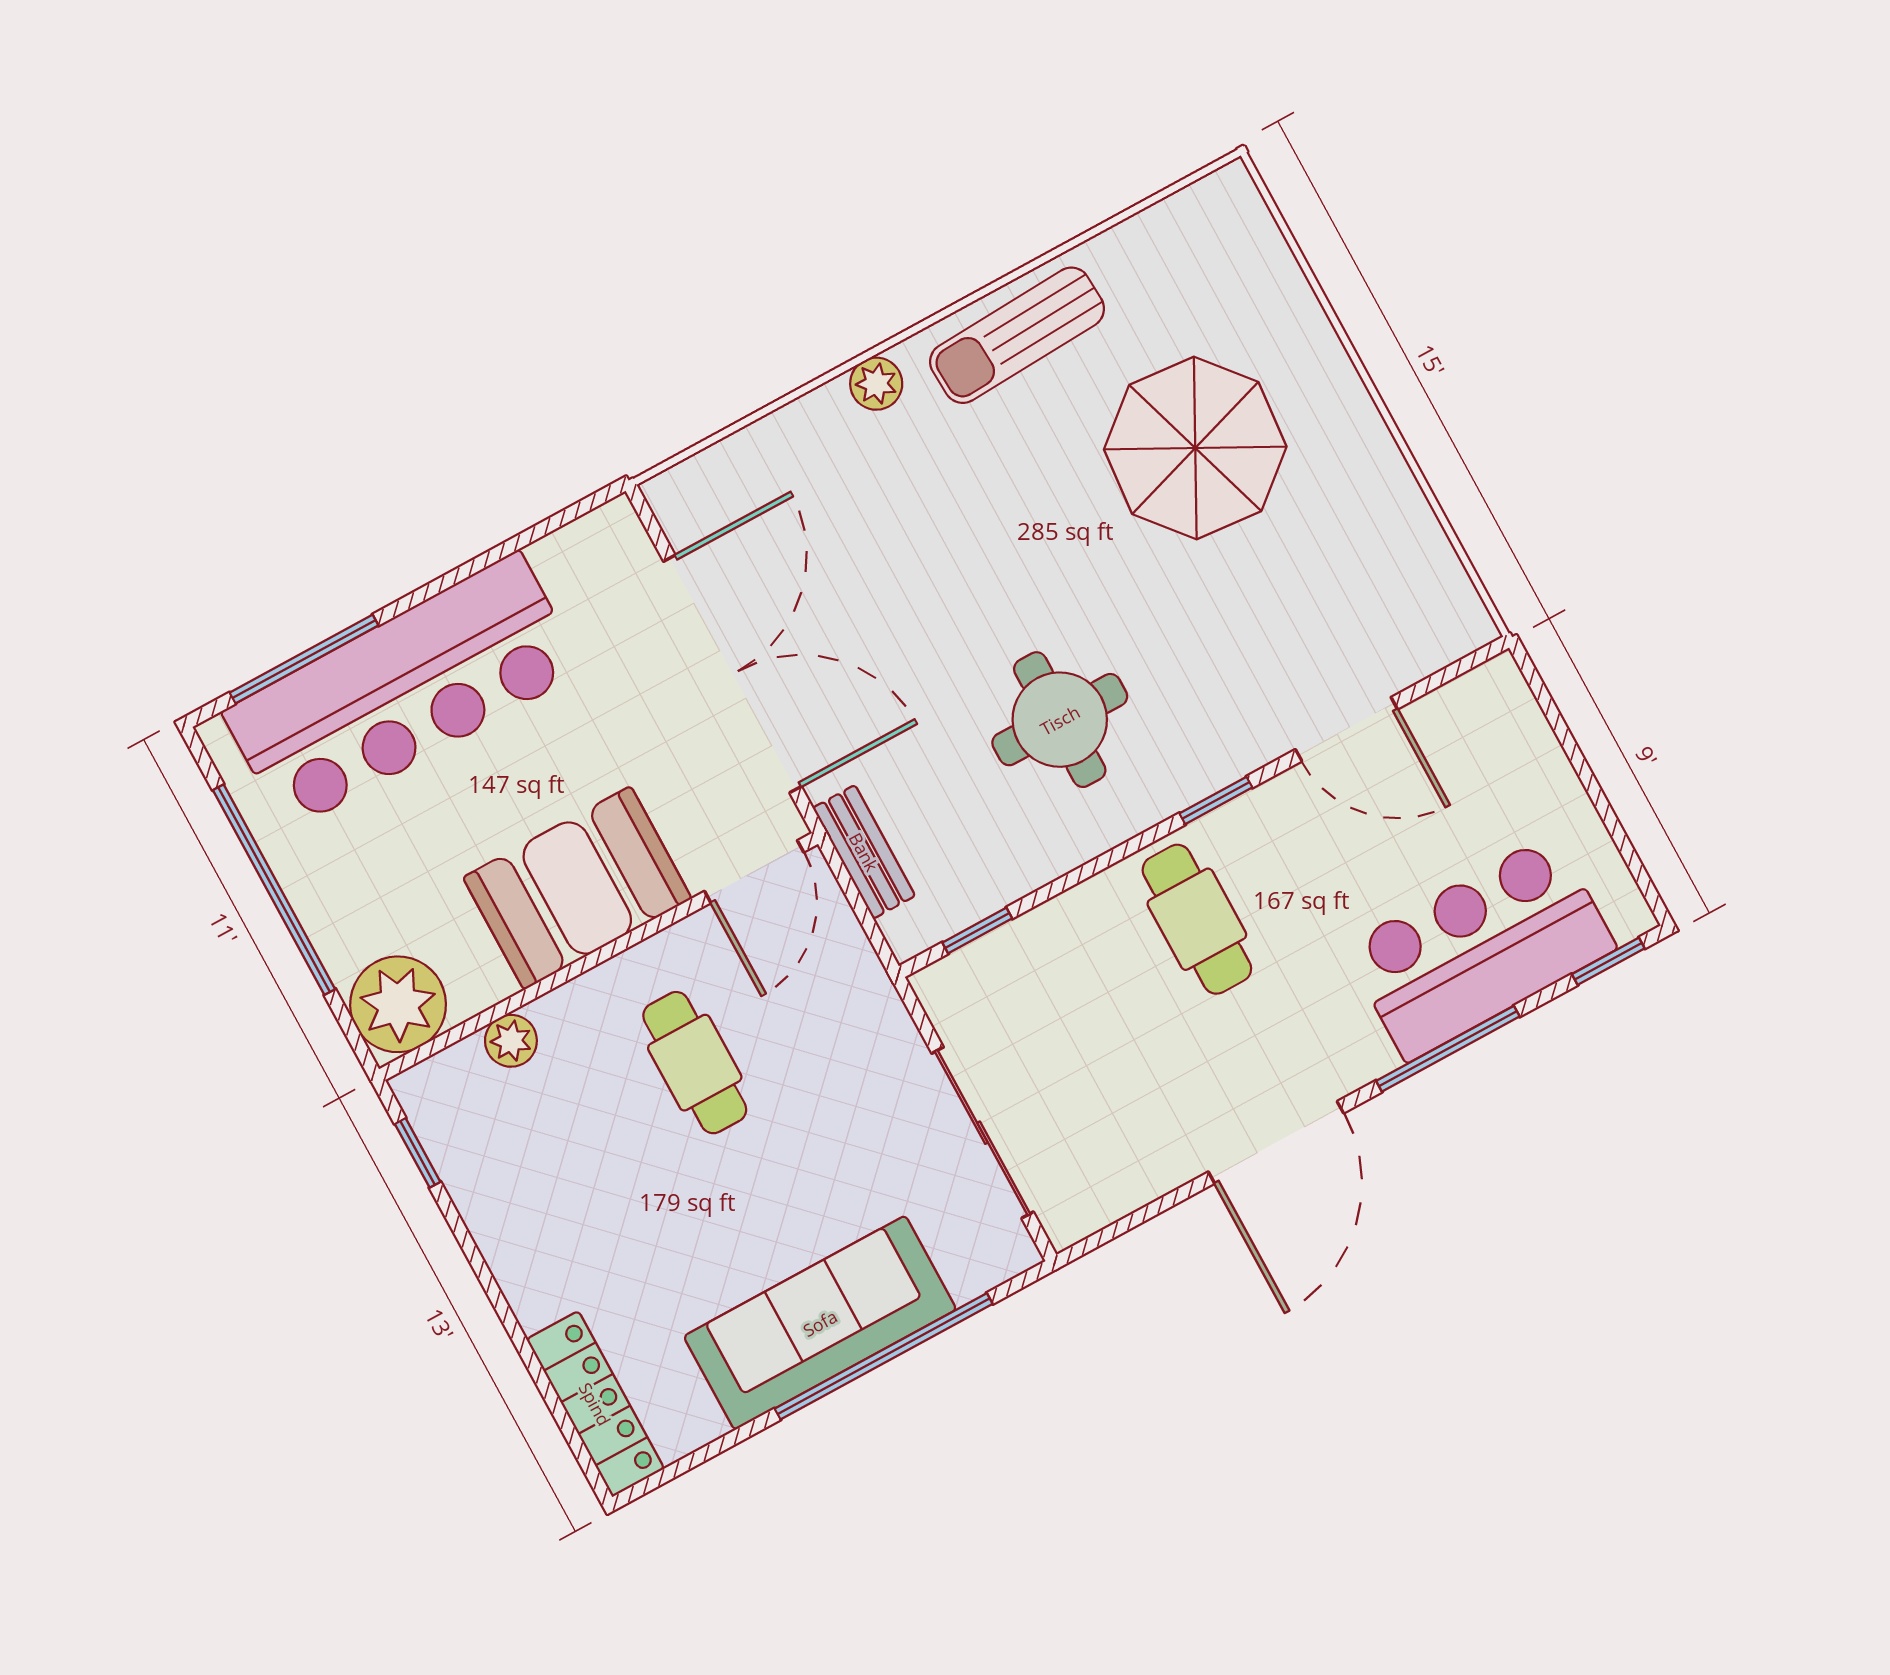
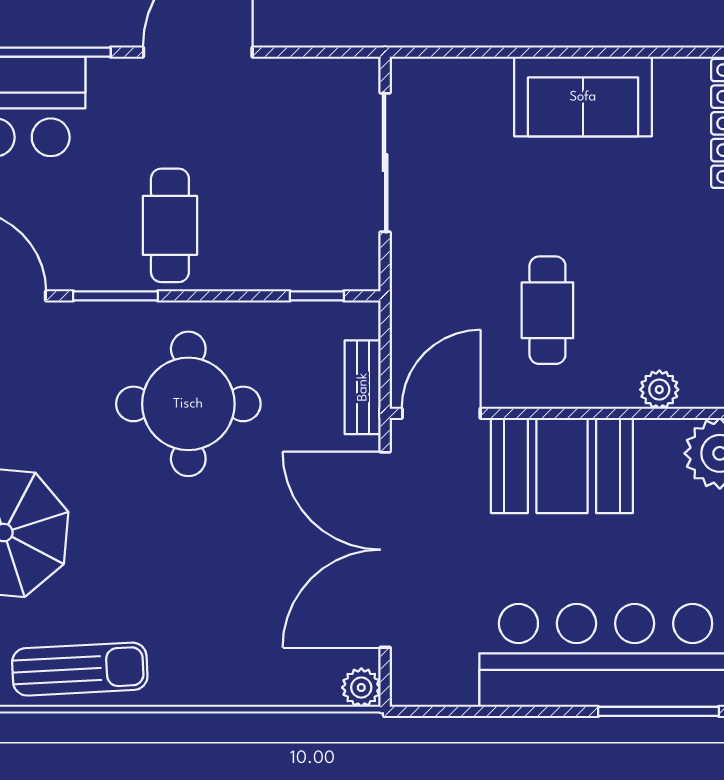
plant: (876, 384) -> (361, 688), moved
round table: (1060, 720) -> (188, 404), width x1.36, depth x1.36
window: (1216, 800) -> (115, 296), width x1.50
sofa: (820, 1323) -> (583, 97), width x0.73
window: (884, 1356) -> (529, 52), removed

